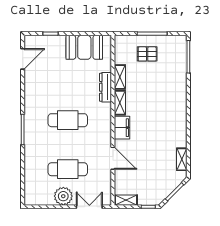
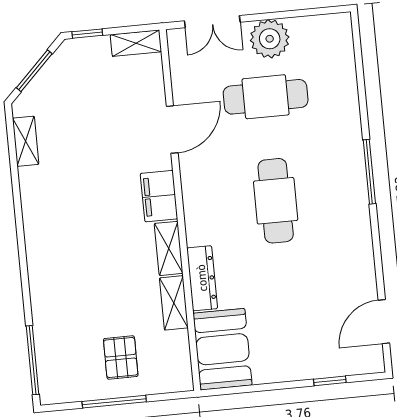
booth: (84, 47) -> (223, 349), moved, turned 90
pallet: (147, 54) -> (121, 358), turned 90
cafe table: (68, 120) -> (276, 201), turned 90
door: (113, 158) -> (172, 130), swing flipped

